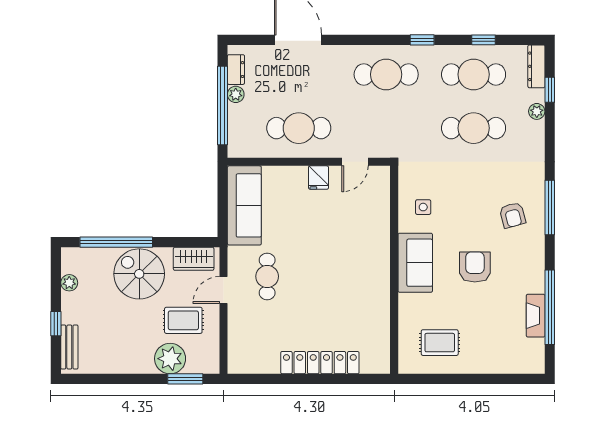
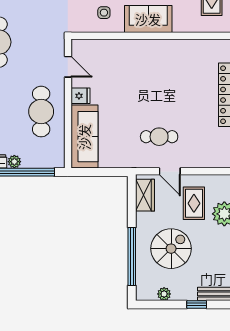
sofa: (244, 205) -> (84, 137), moved, turned 90
spiral stairs: (139, 274) -> (171, 249), moved, turned 180

